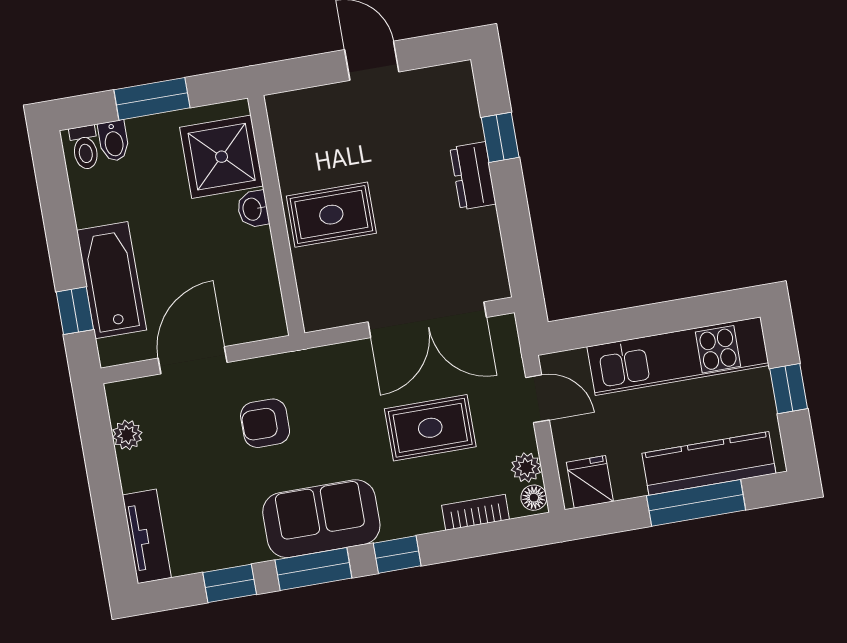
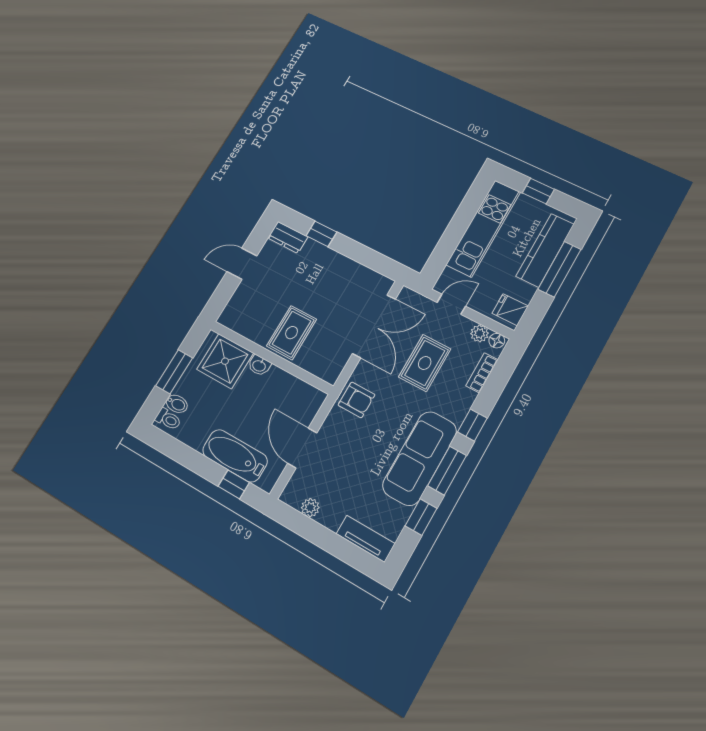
dresser: (473, 176) -> (288, 237), moved
armchair: (265, 423) -> (356, 400), moved, turned -90
sofa: (321, 519) -> (420, 458), width x1.36

